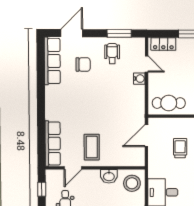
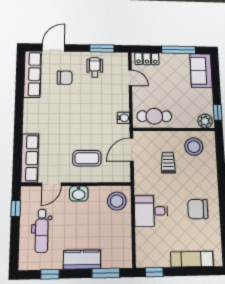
water cooler: (139, 79) -> (123, 118), moved
coffee table: (92, 147) -> (87, 158), moved, turned 90
washbasin: (109, 176) -> (79, 194), moved

